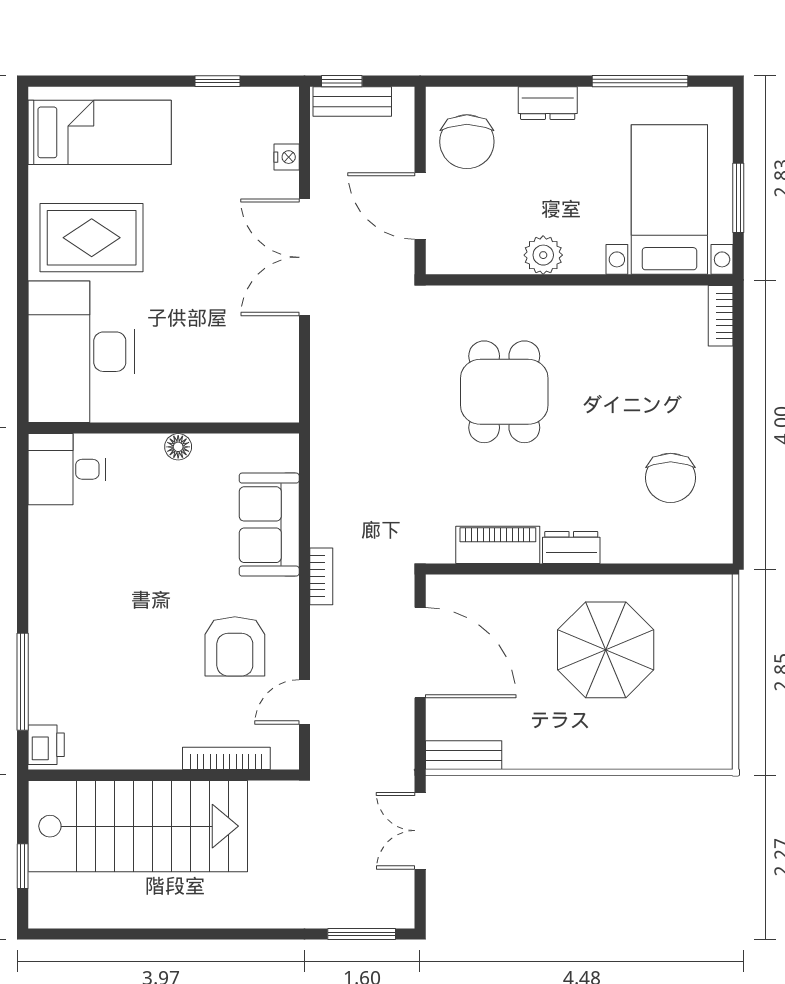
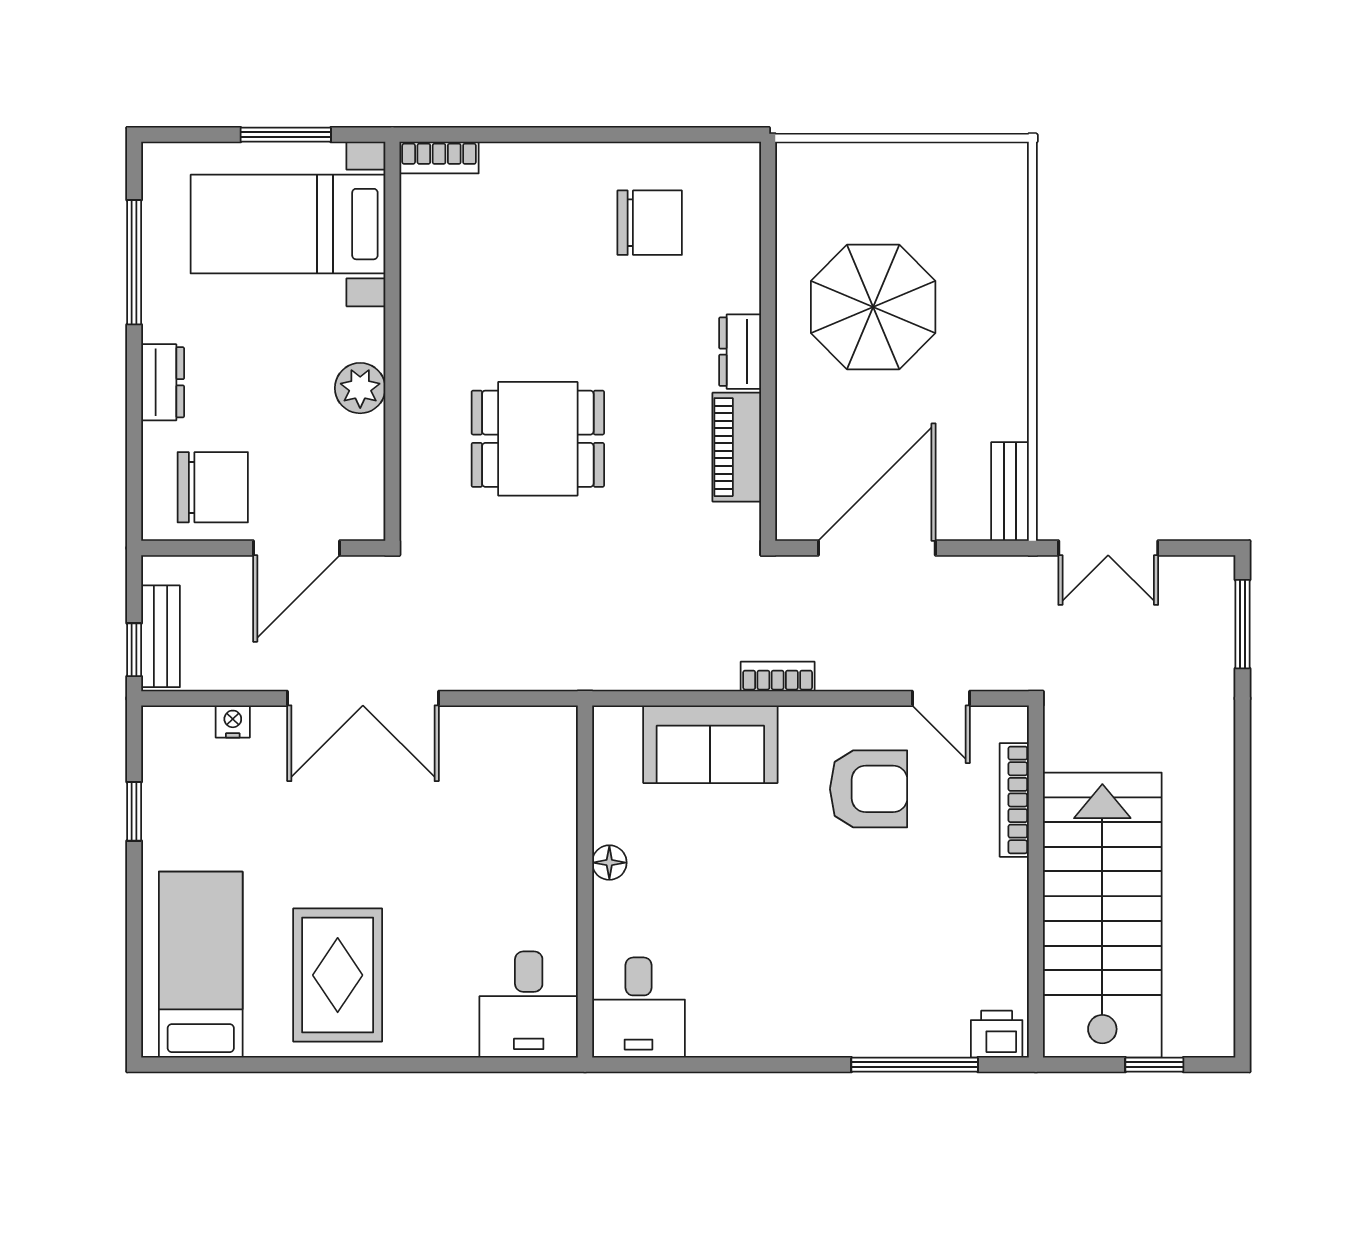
desk: (81, 352) -> (529, 1005), width x0.53, depth x0.77

